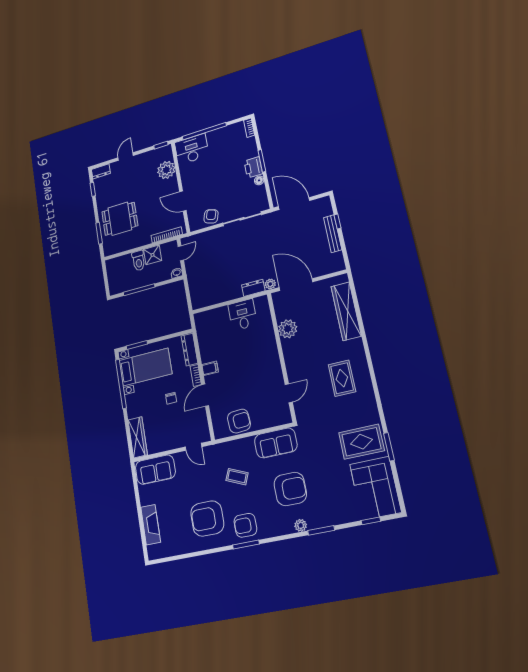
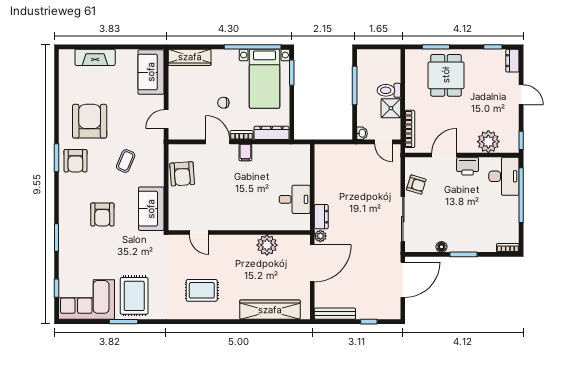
printer: (253, 167) -> (468, 166), moved, turned 180
bench: (333, 234) -> (335, 314), moved
armchair: (290, 489) -> (102, 214), width x0.73, depth x0.73
armchair: (245, 525) -> (75, 161), turned 180
plant: (301, 525) -> (65, 218), removed

